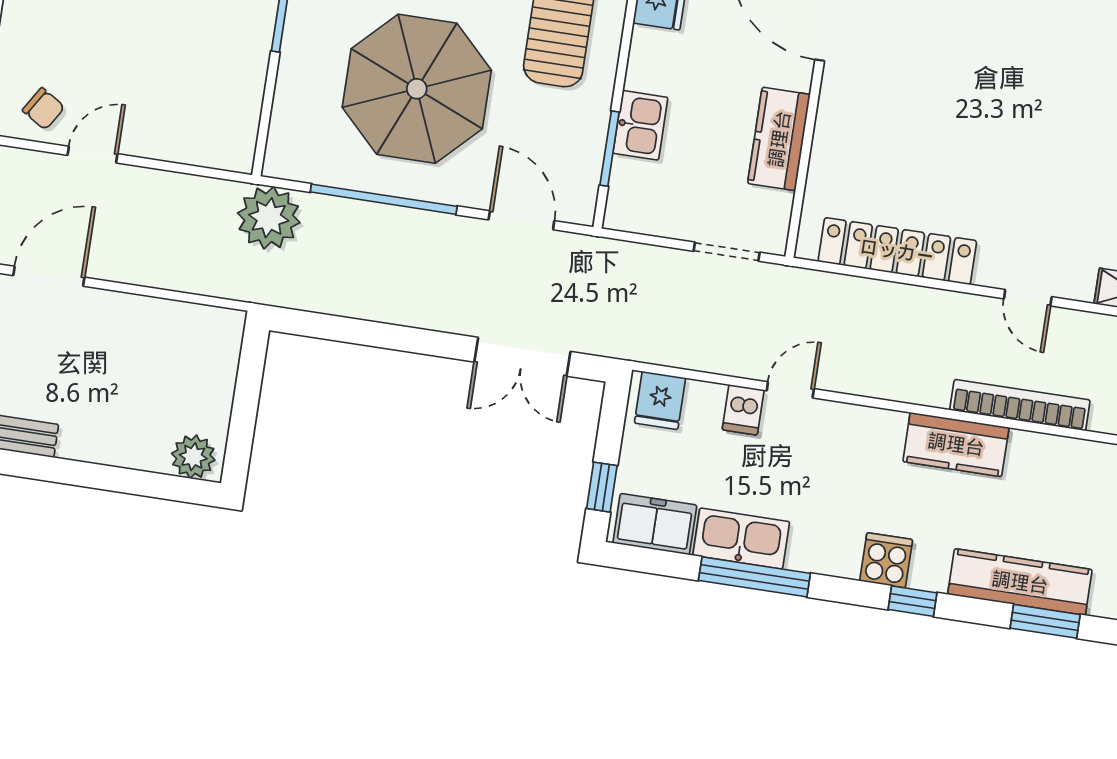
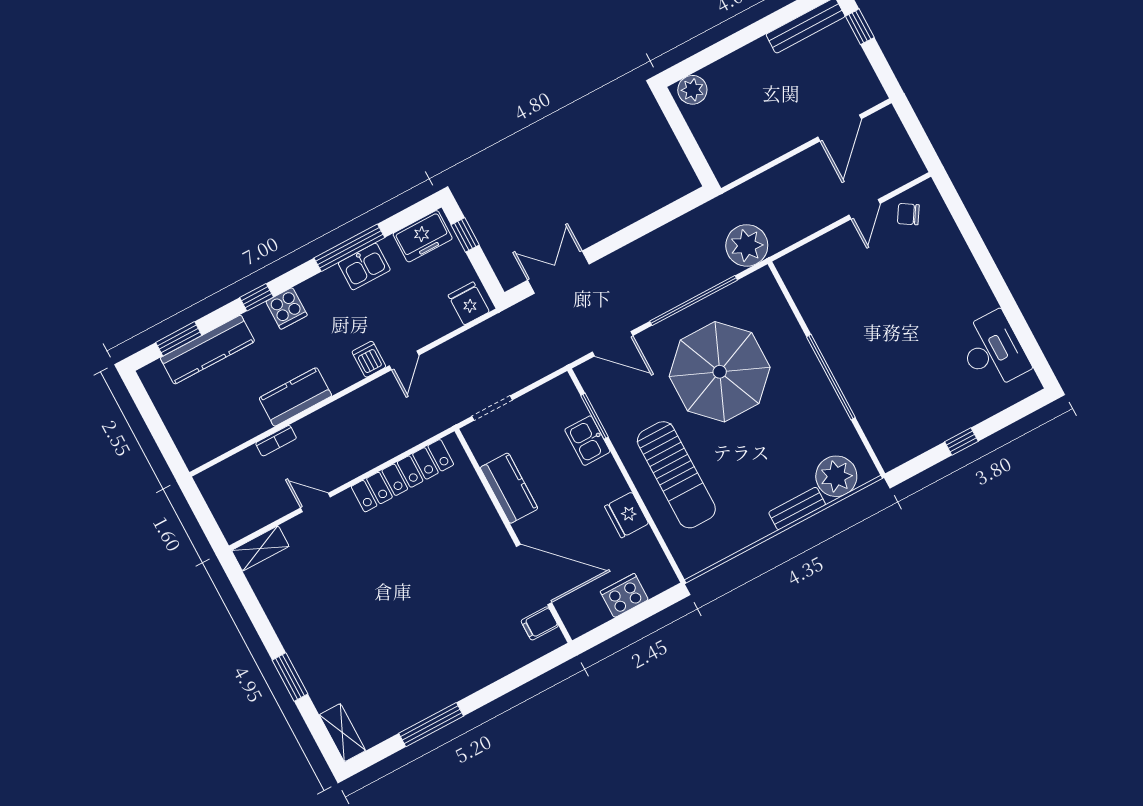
bookcase: (1020, 405) -> (276, 441), width x0.43, depth x0.76
dishwasher: (743, 410) -> (369, 359), moved
kitchen sink: (741, 539) -> (364, 267), width x0.73

